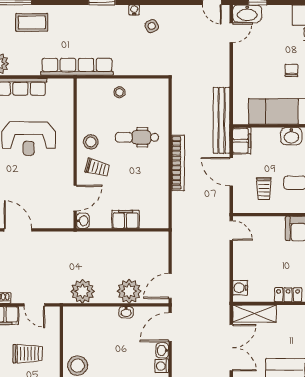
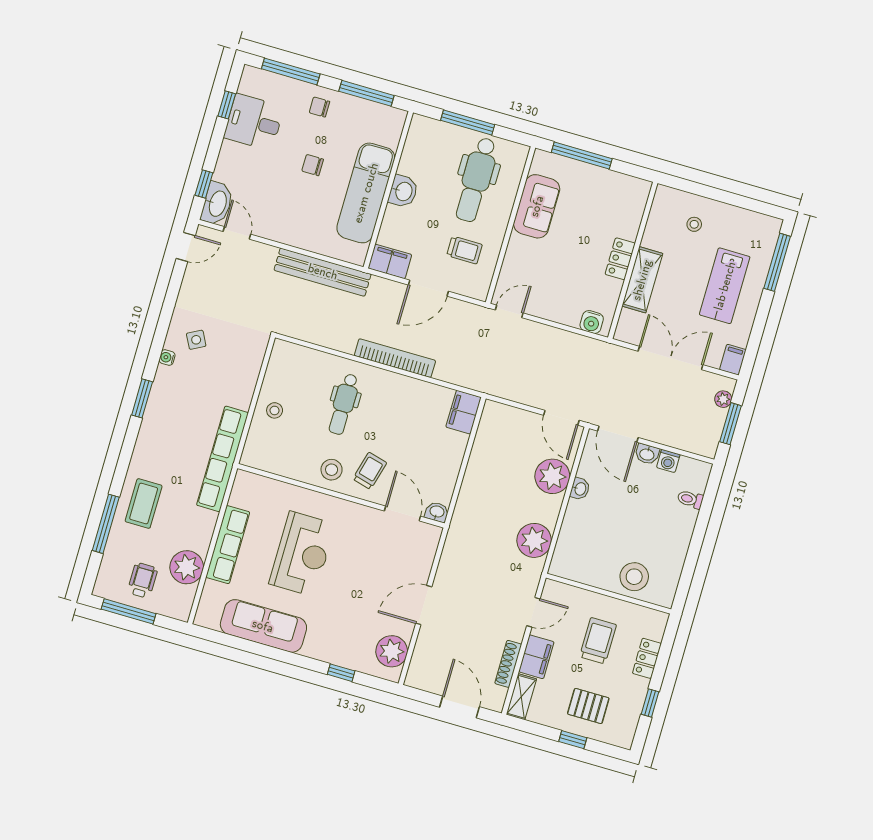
bench: (222, 120) -> (323, 272), moved
filing cabinet: (125, 219) -> (464, 412), moved
shelving: (254, 314) -> (642, 280), moved

